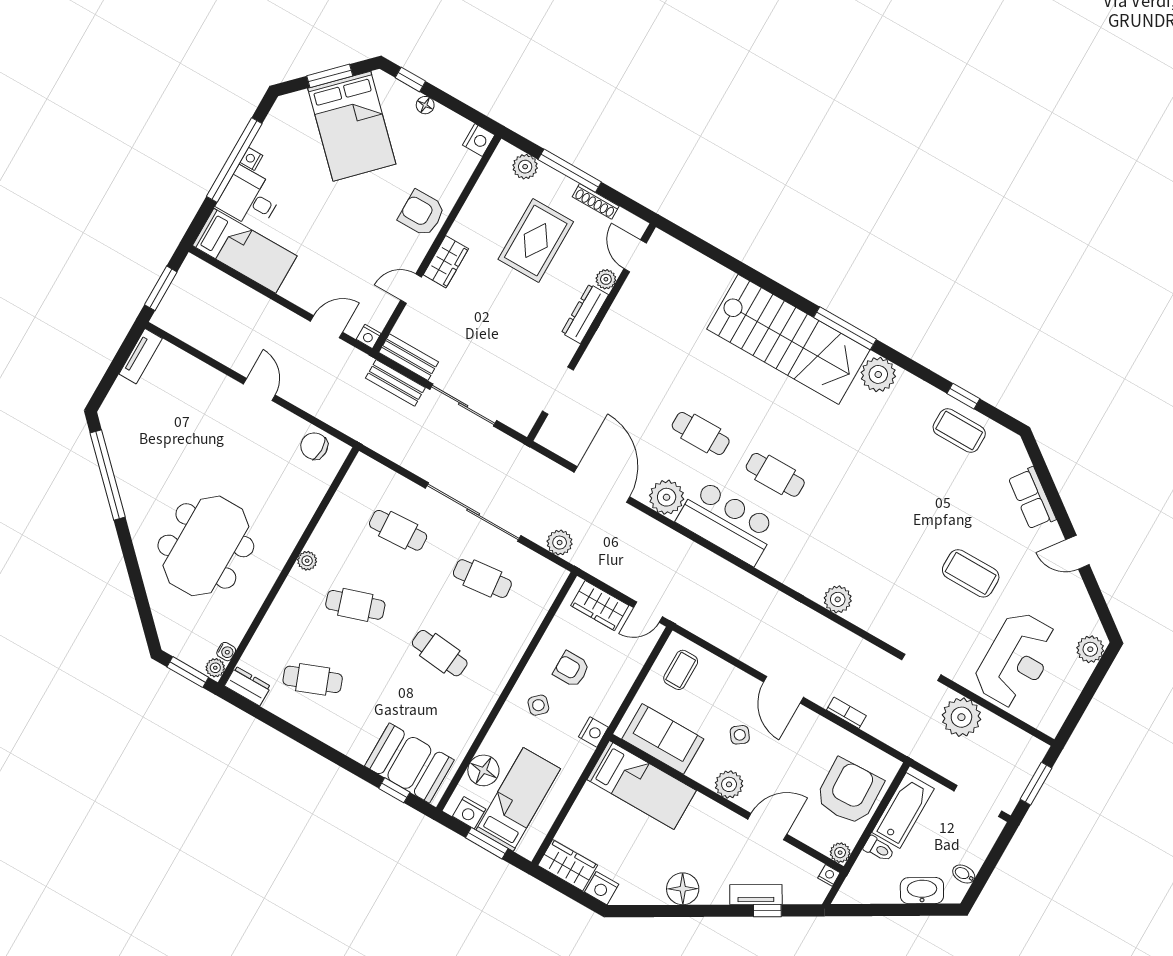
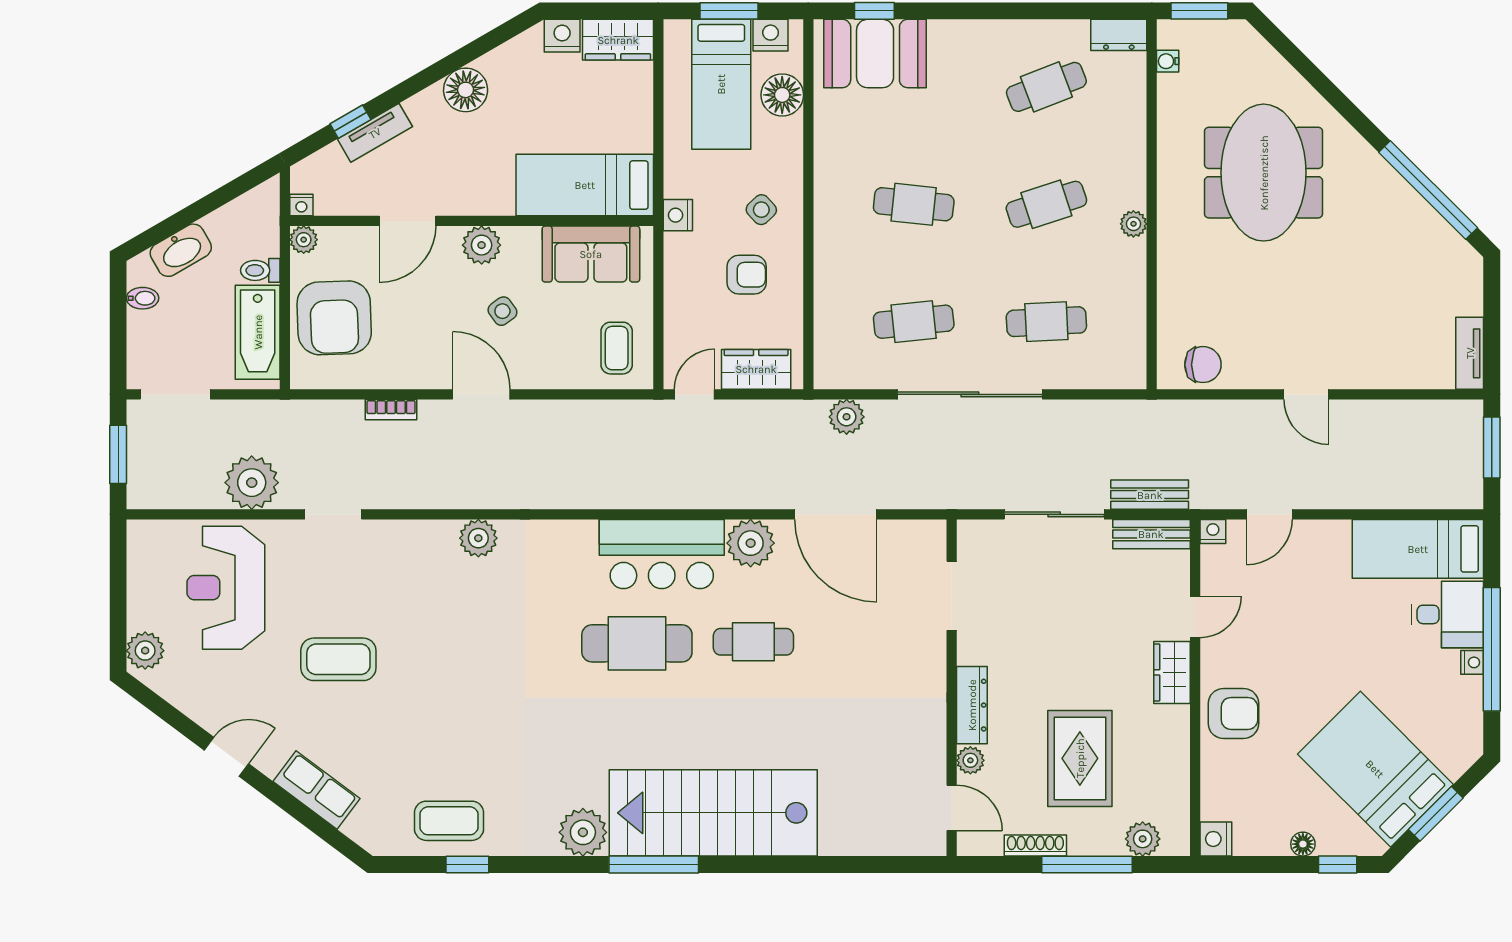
cafe table: (775, 475) -> (637, 643), width x1.37, depth x1.35
plant: (215, 668) -> (1170, 35), removed

